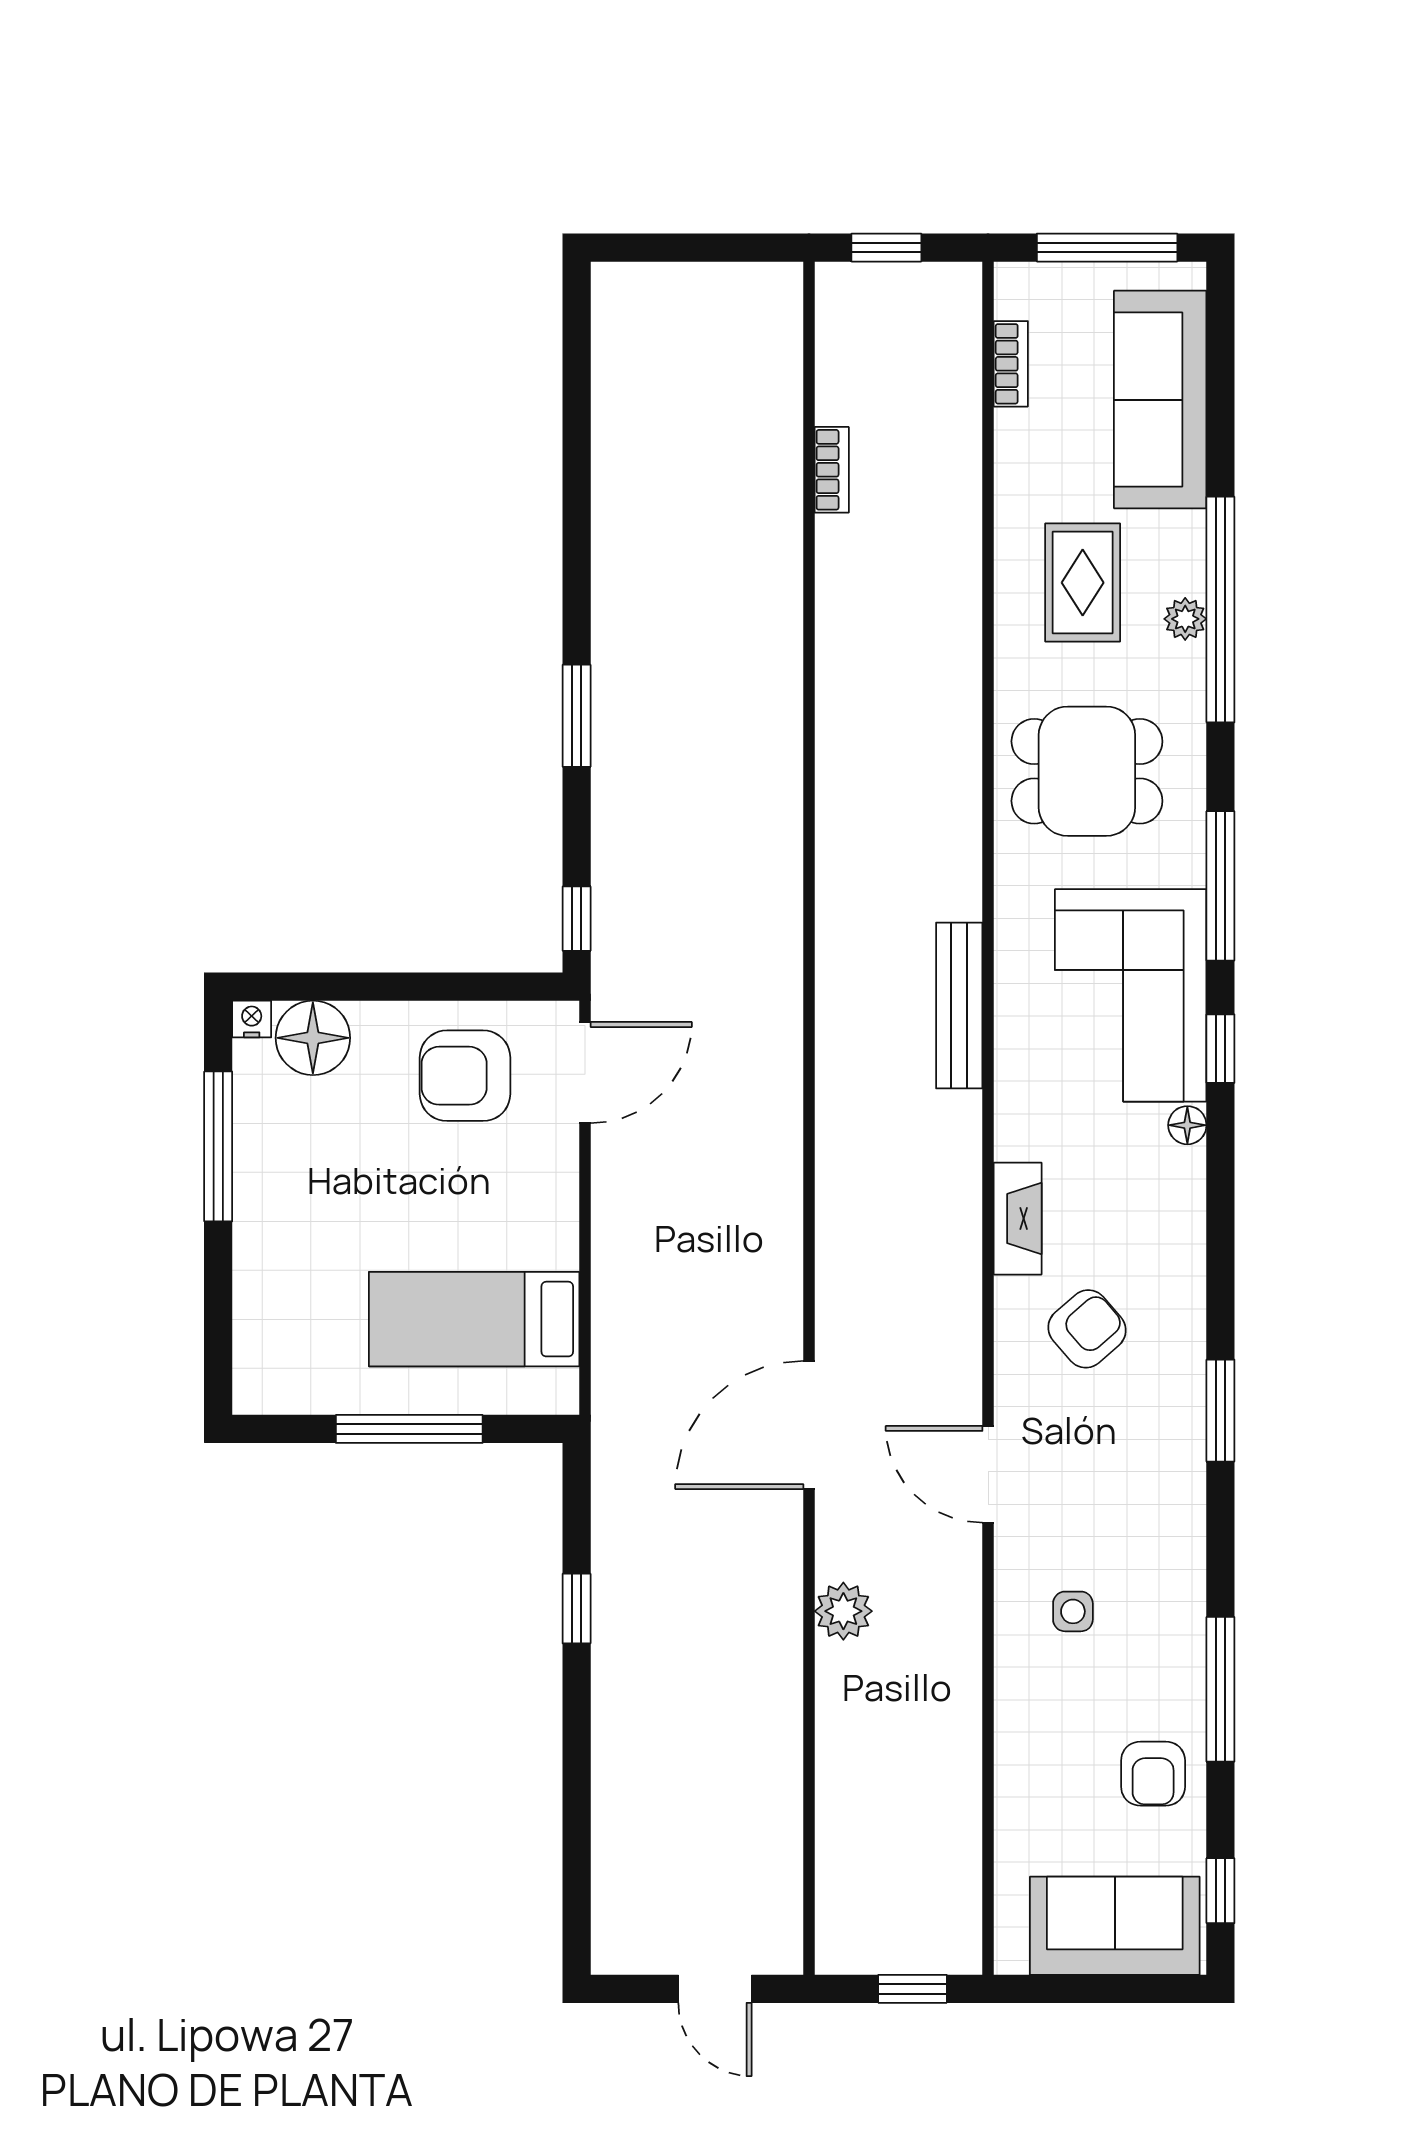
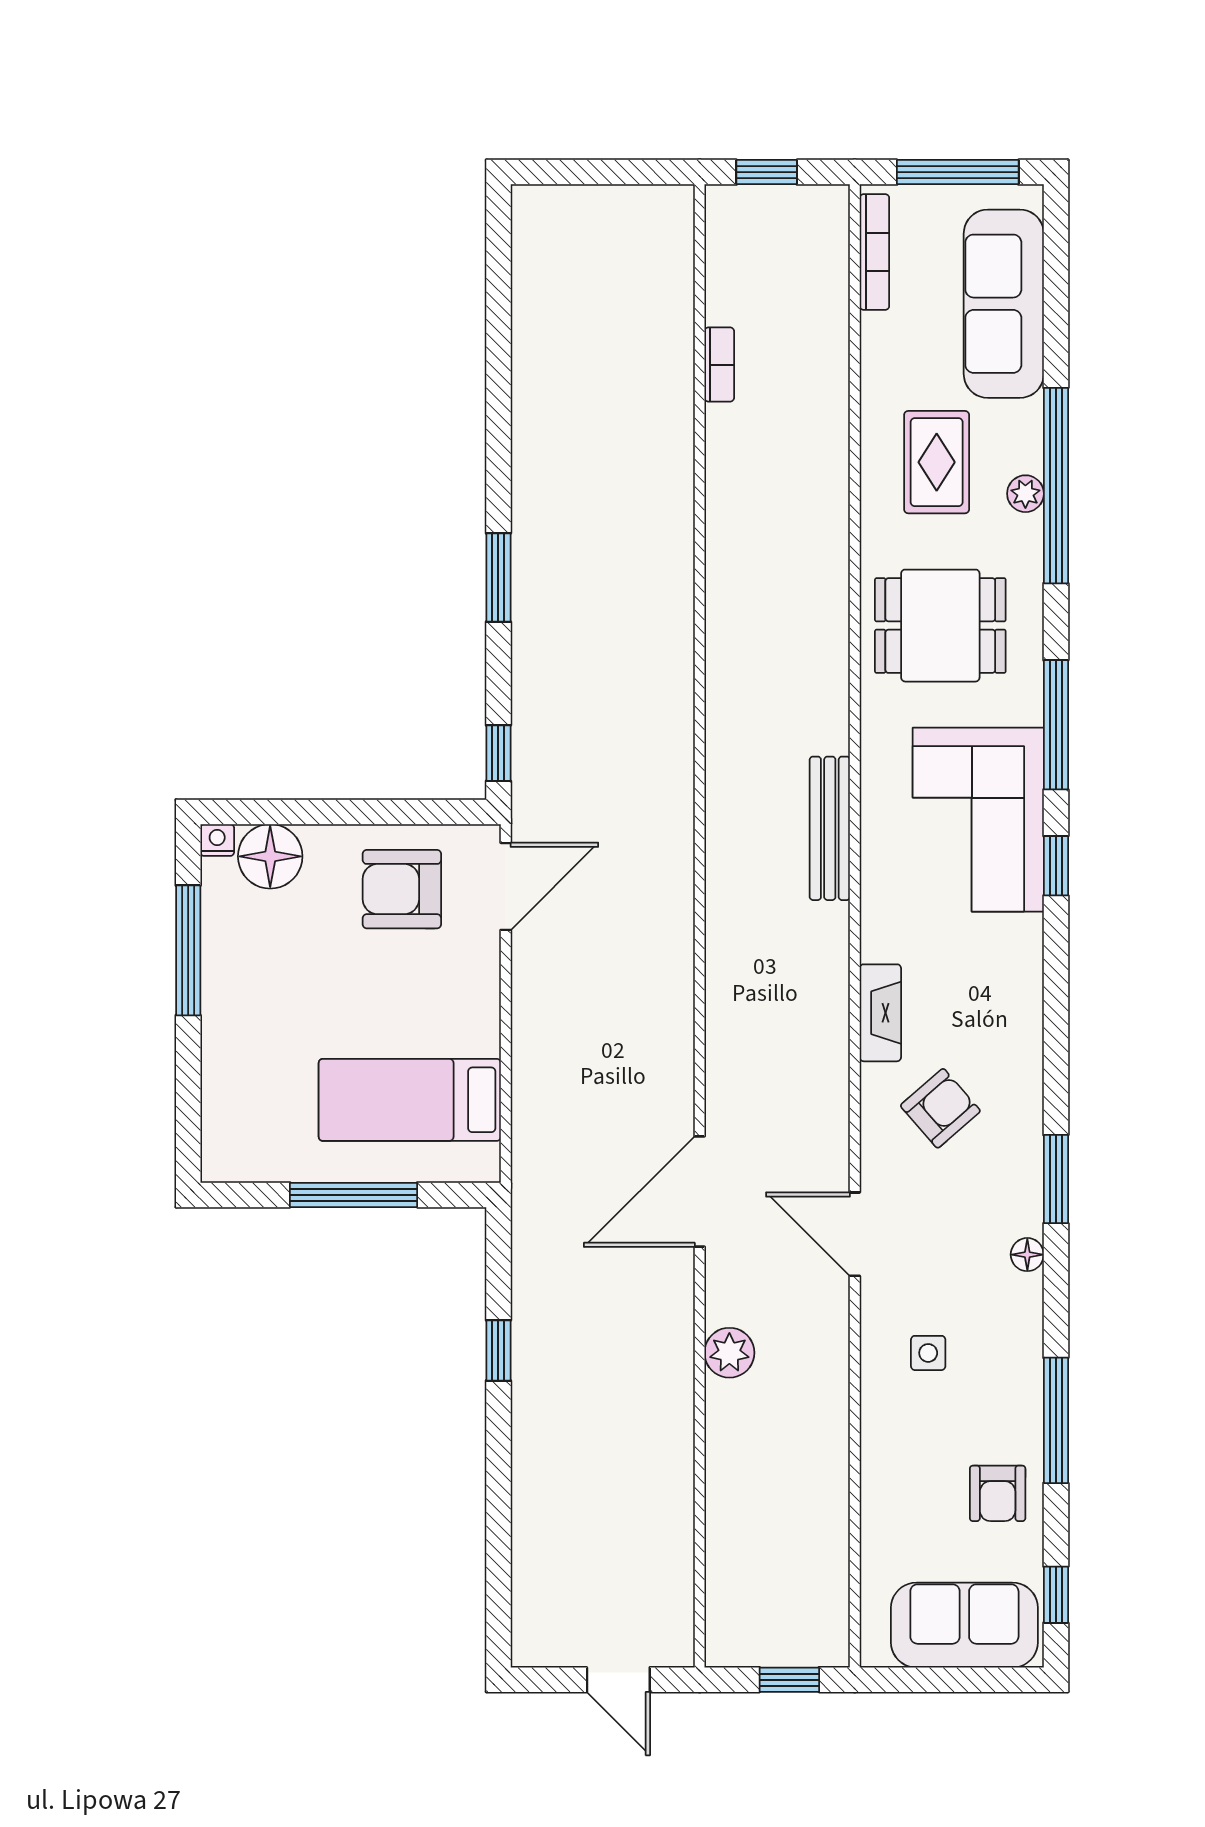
bookcase: (1011, 364) -> (874, 252), width x1.56
floor lamp: (1187, 1125) -> (1027, 1255), moved

